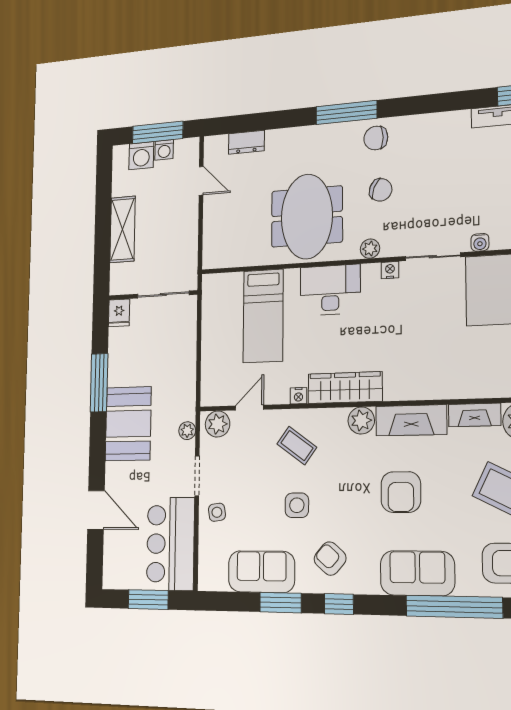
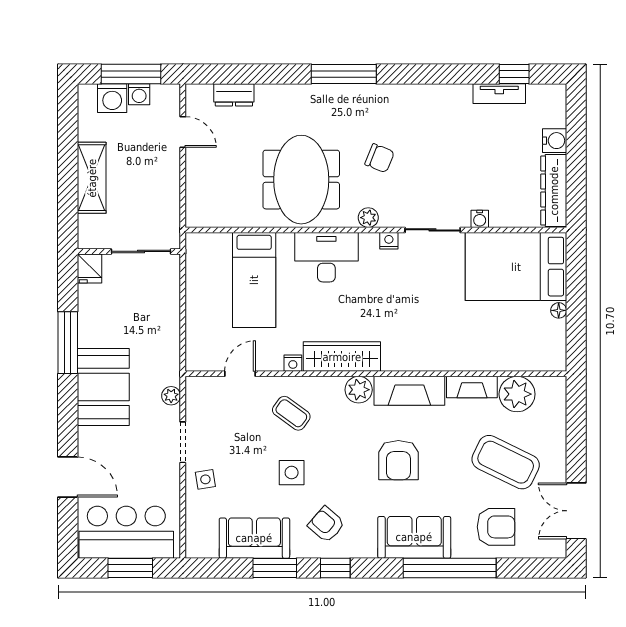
chair: (376, 138) -> (375, 104), removed
plant: (218, 424) -> (205, 390), removed
bar counter: (170, 544) -> (126, 532), moved, turned 90

